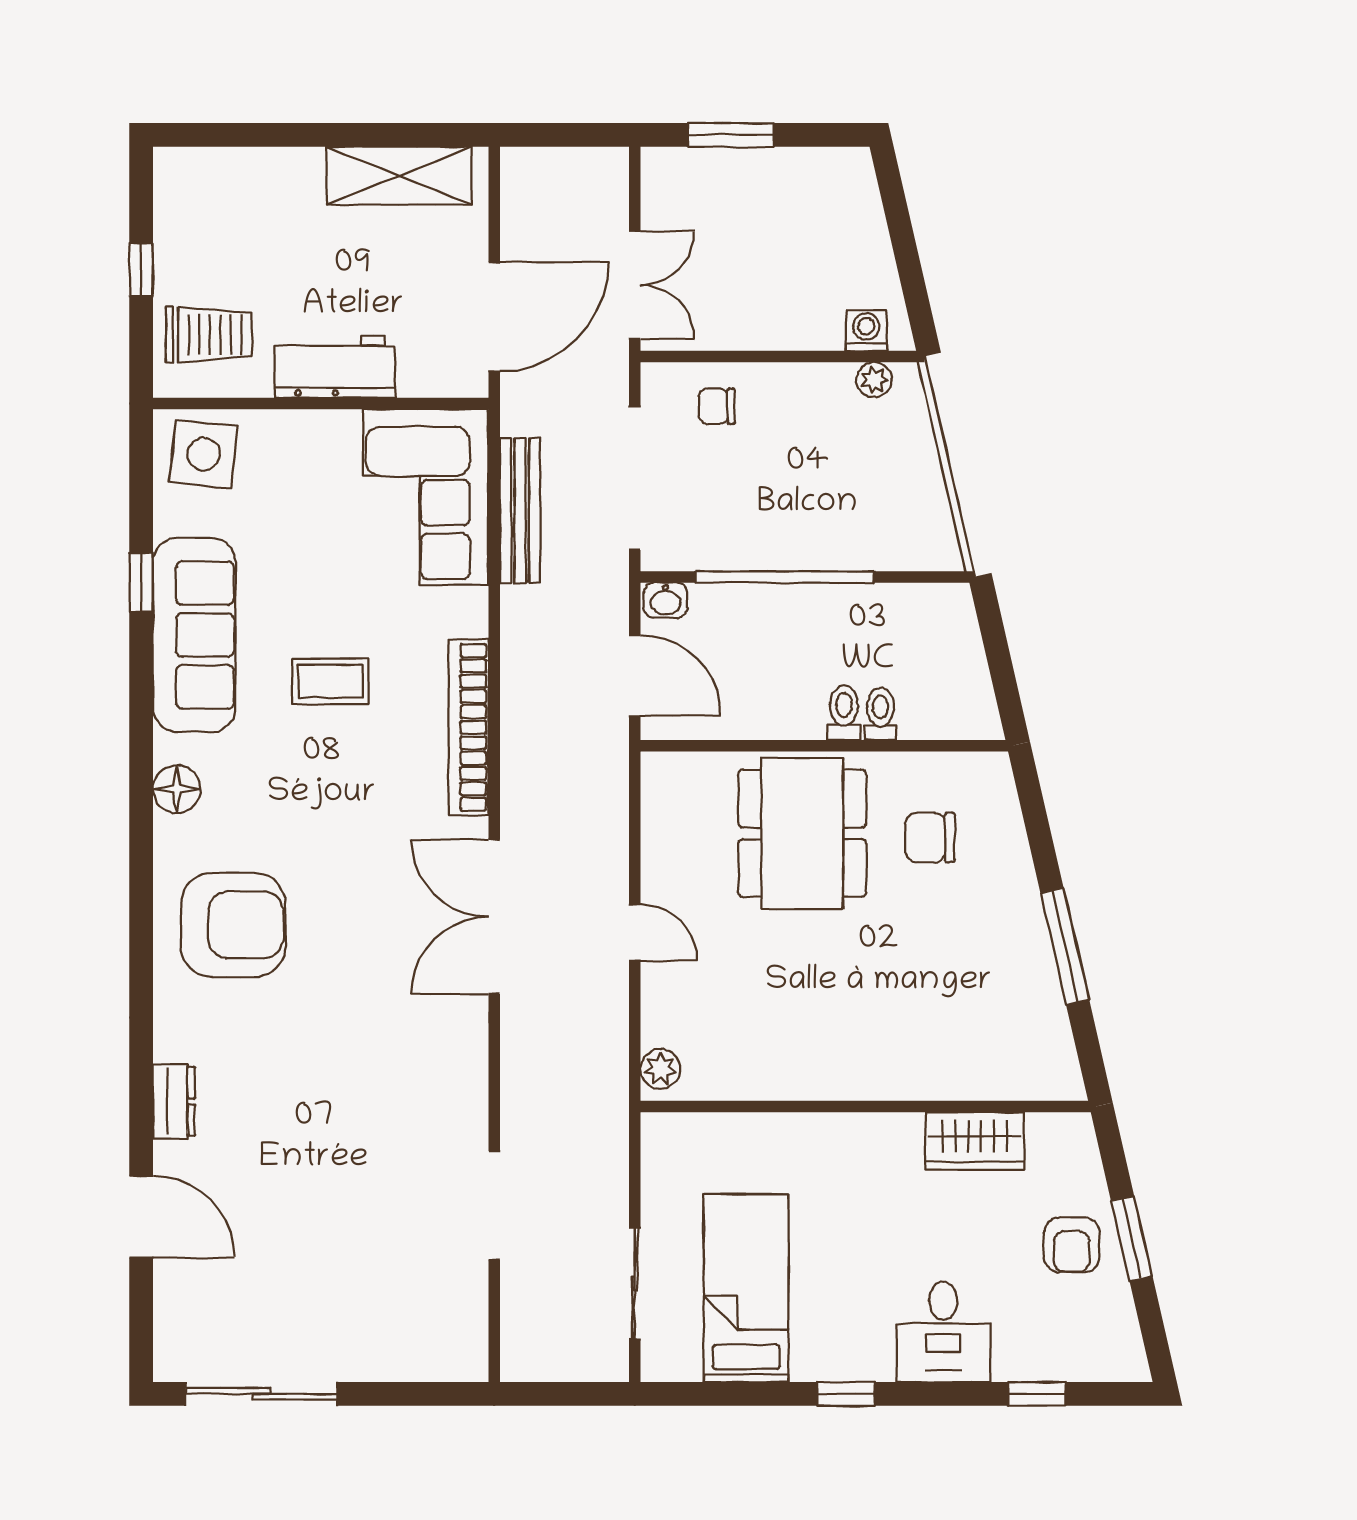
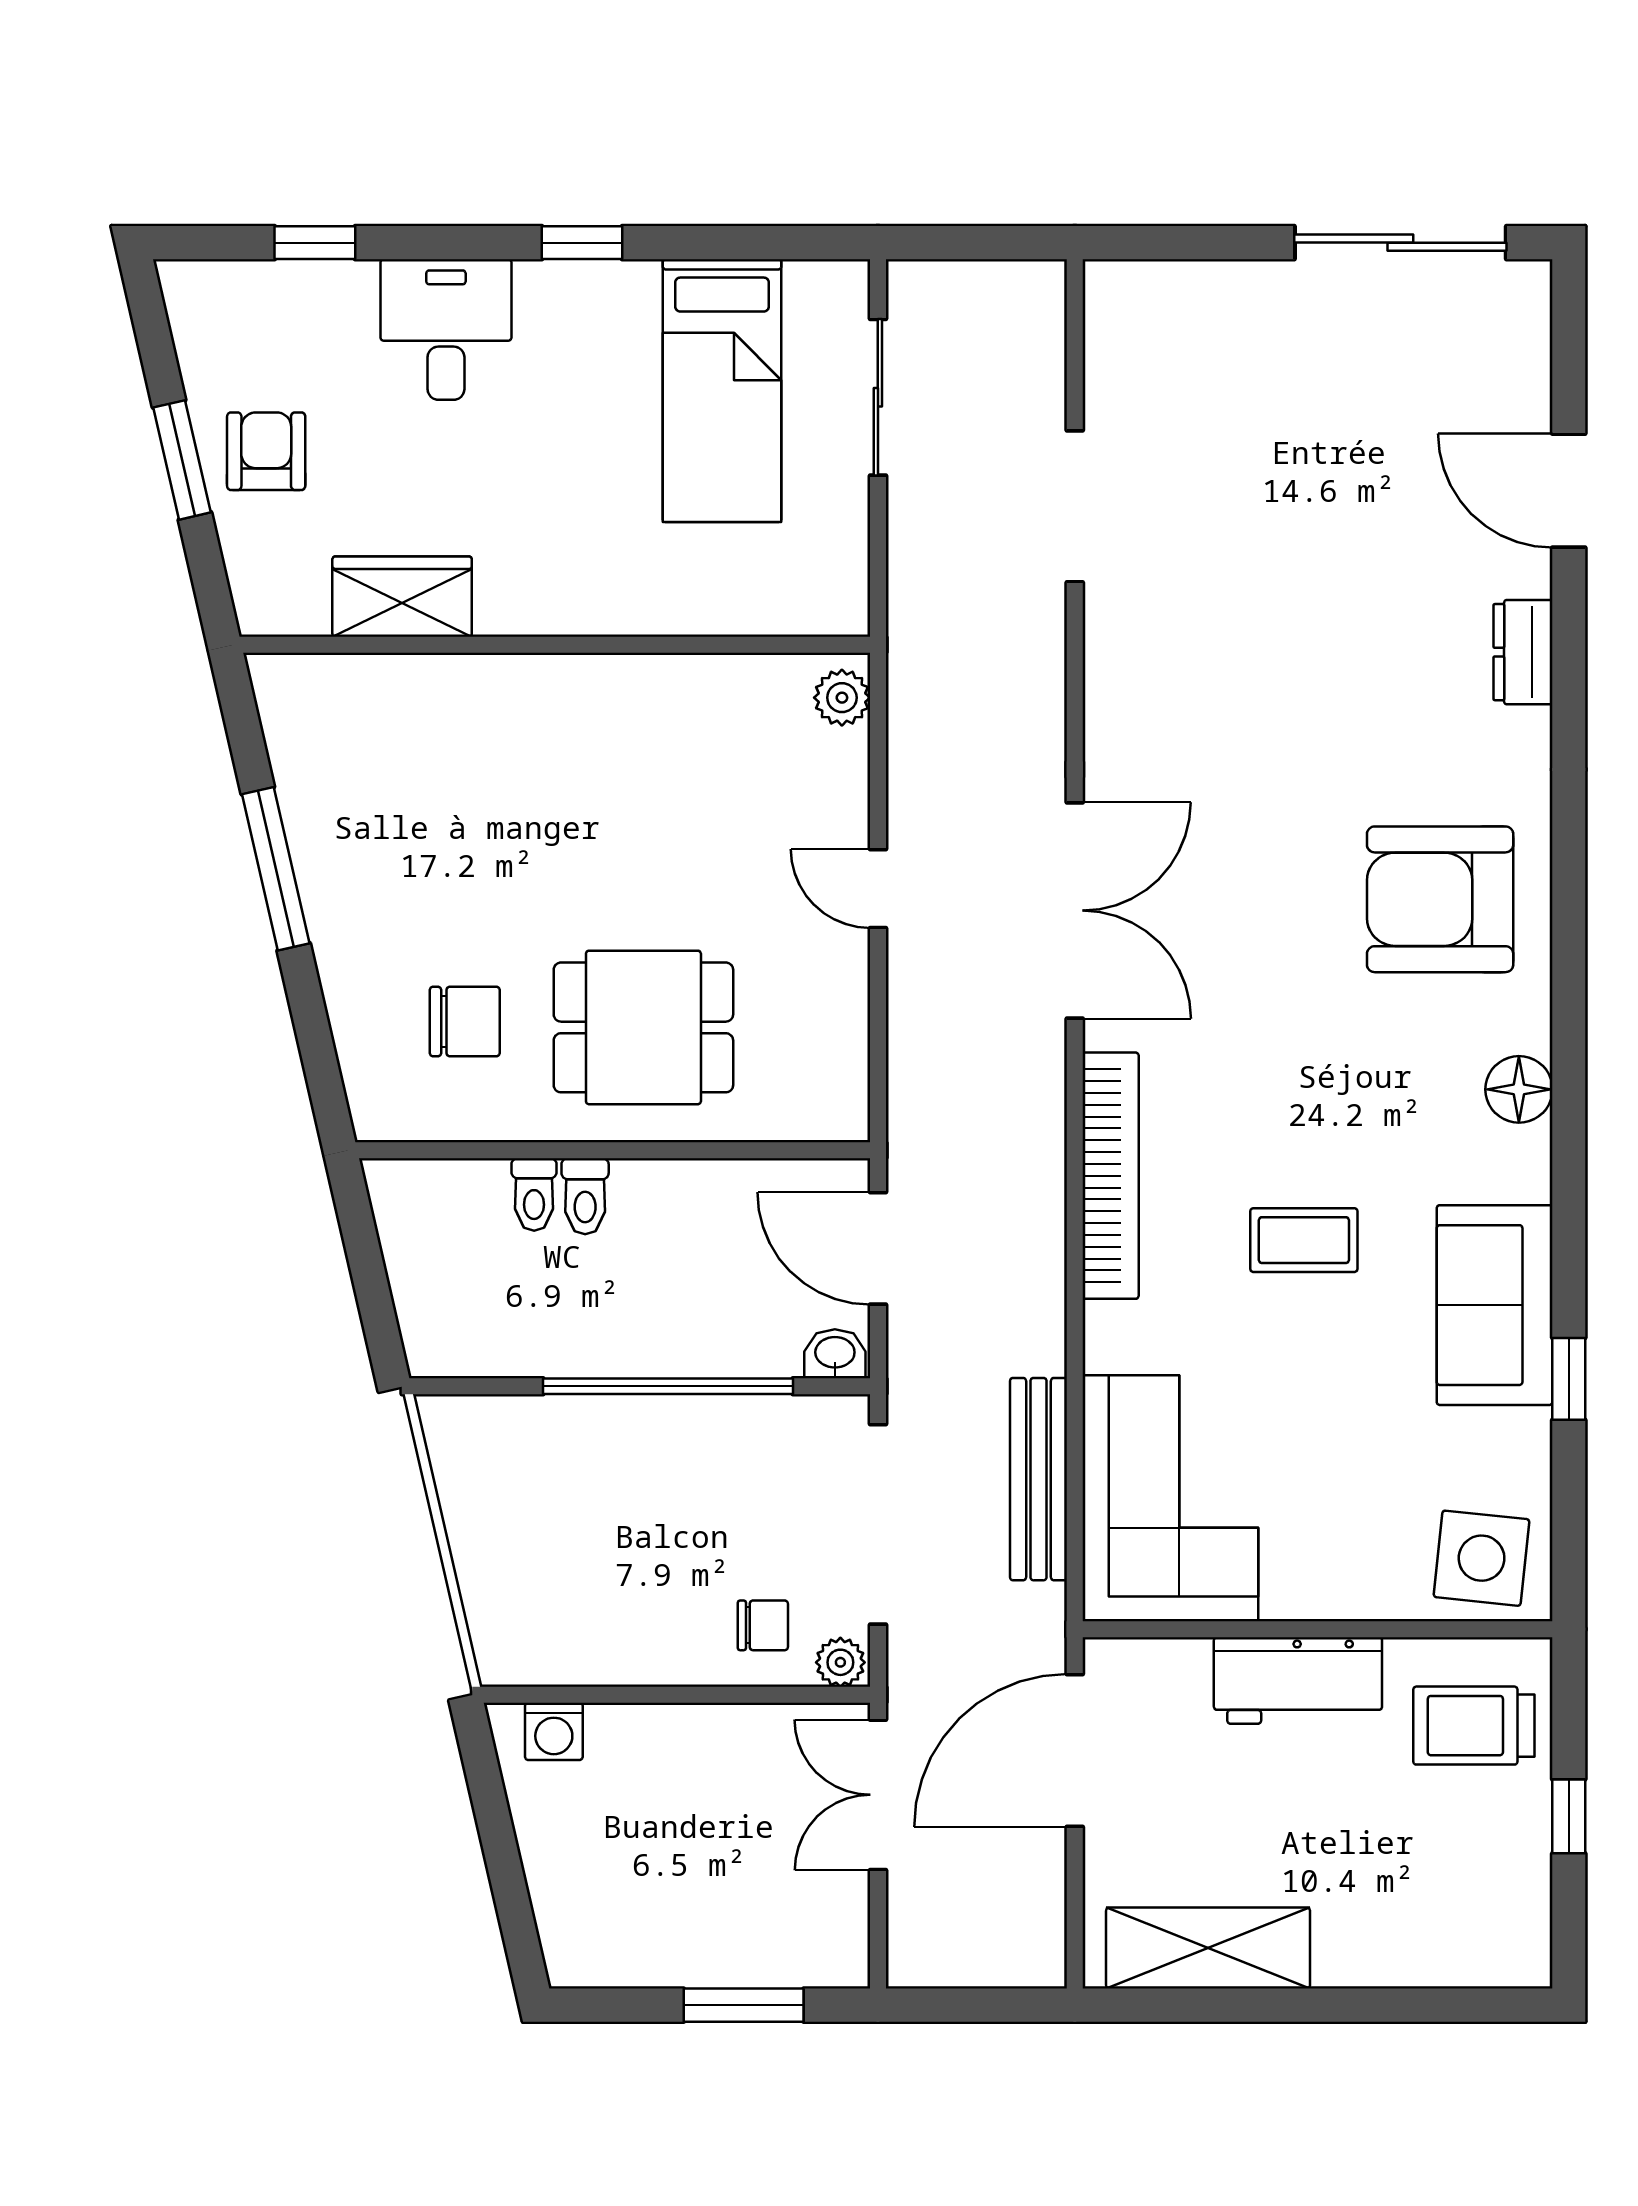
plant: (874, 380) -> (840, 1662), moved
sofa: (194, 635) -> (1495, 1305), width x0.73
dining table: (802, 833) -> (643, 1027), width x0.73

